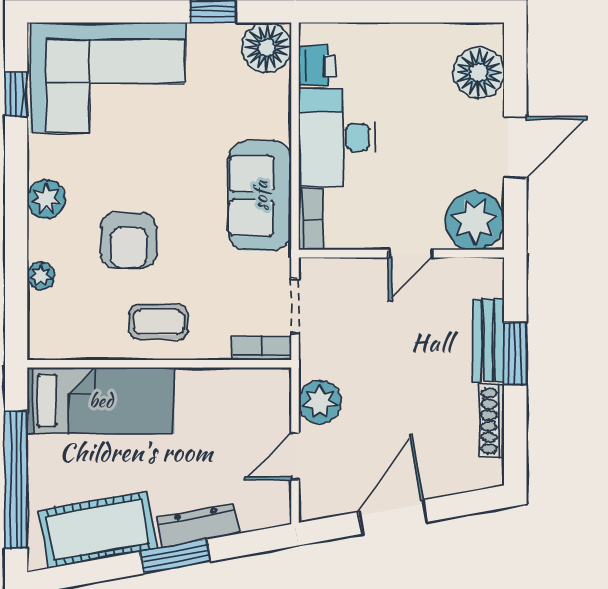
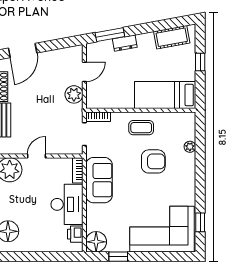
plant: (46, 199) -> (188, 179), removed
armchair: (129, 241) -> (153, 161), turned 90
window: (16, 480) -> (200, 62), width x0.32
door: (393, 517) -> (23, 50), moved
dresser: (198, 525) -> (125, 43), width x0.70
cot: (98, 530) -> (172, 37), width x0.73, depth x0.75
window: (175, 557) -> (110, 35), moved

